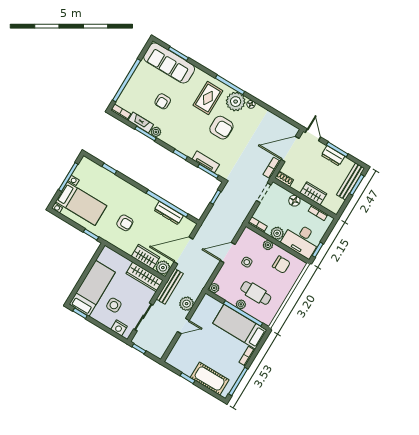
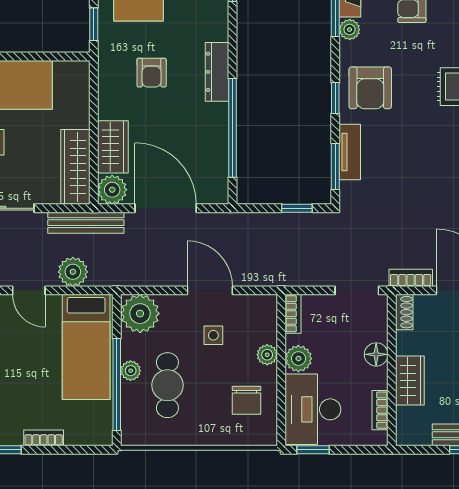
armchair: (221, 128) -> (370, 88), moved
dresser: (169, 213) -> (217, 72), moved
plant: (214, 288) -> (140, 314), width x1.88, depth x1.88
bed: (240, 327) -> (86, 347), moved, turned 180

